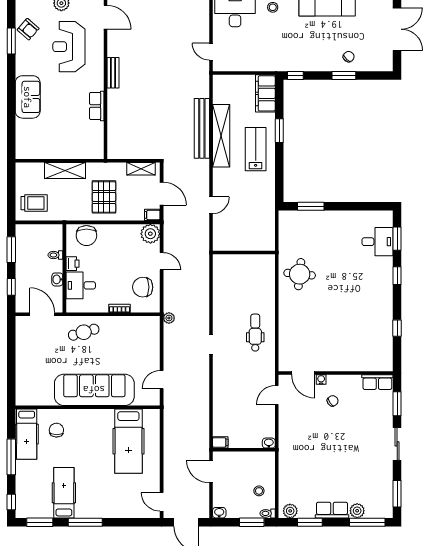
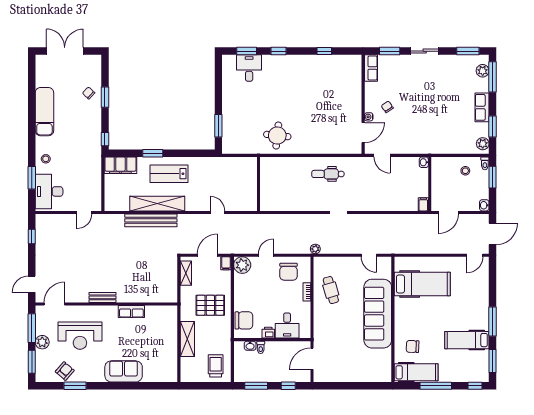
washbasin: (57, 279) -> (250, 346), moved
cafe table: (84, 332) -> (331, 290), moved
plant: (357, 511) -> (483, 71), moved

